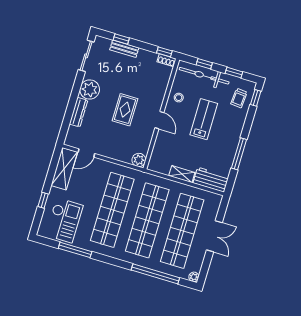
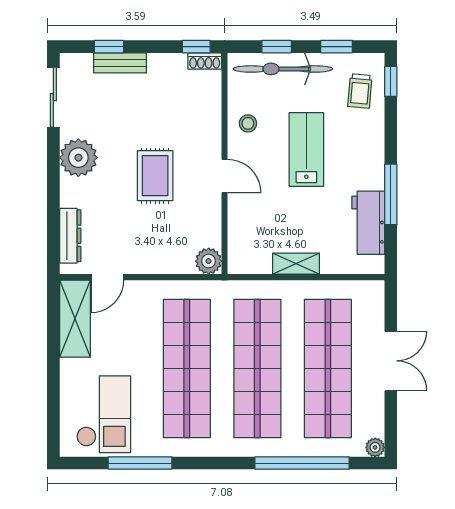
dresser: (78, 112) -> (70, 236), moved
workbench: (211, 180) -> (368, 223), moved, turned -90
window: (43, 200) -> (53, 389), removed

